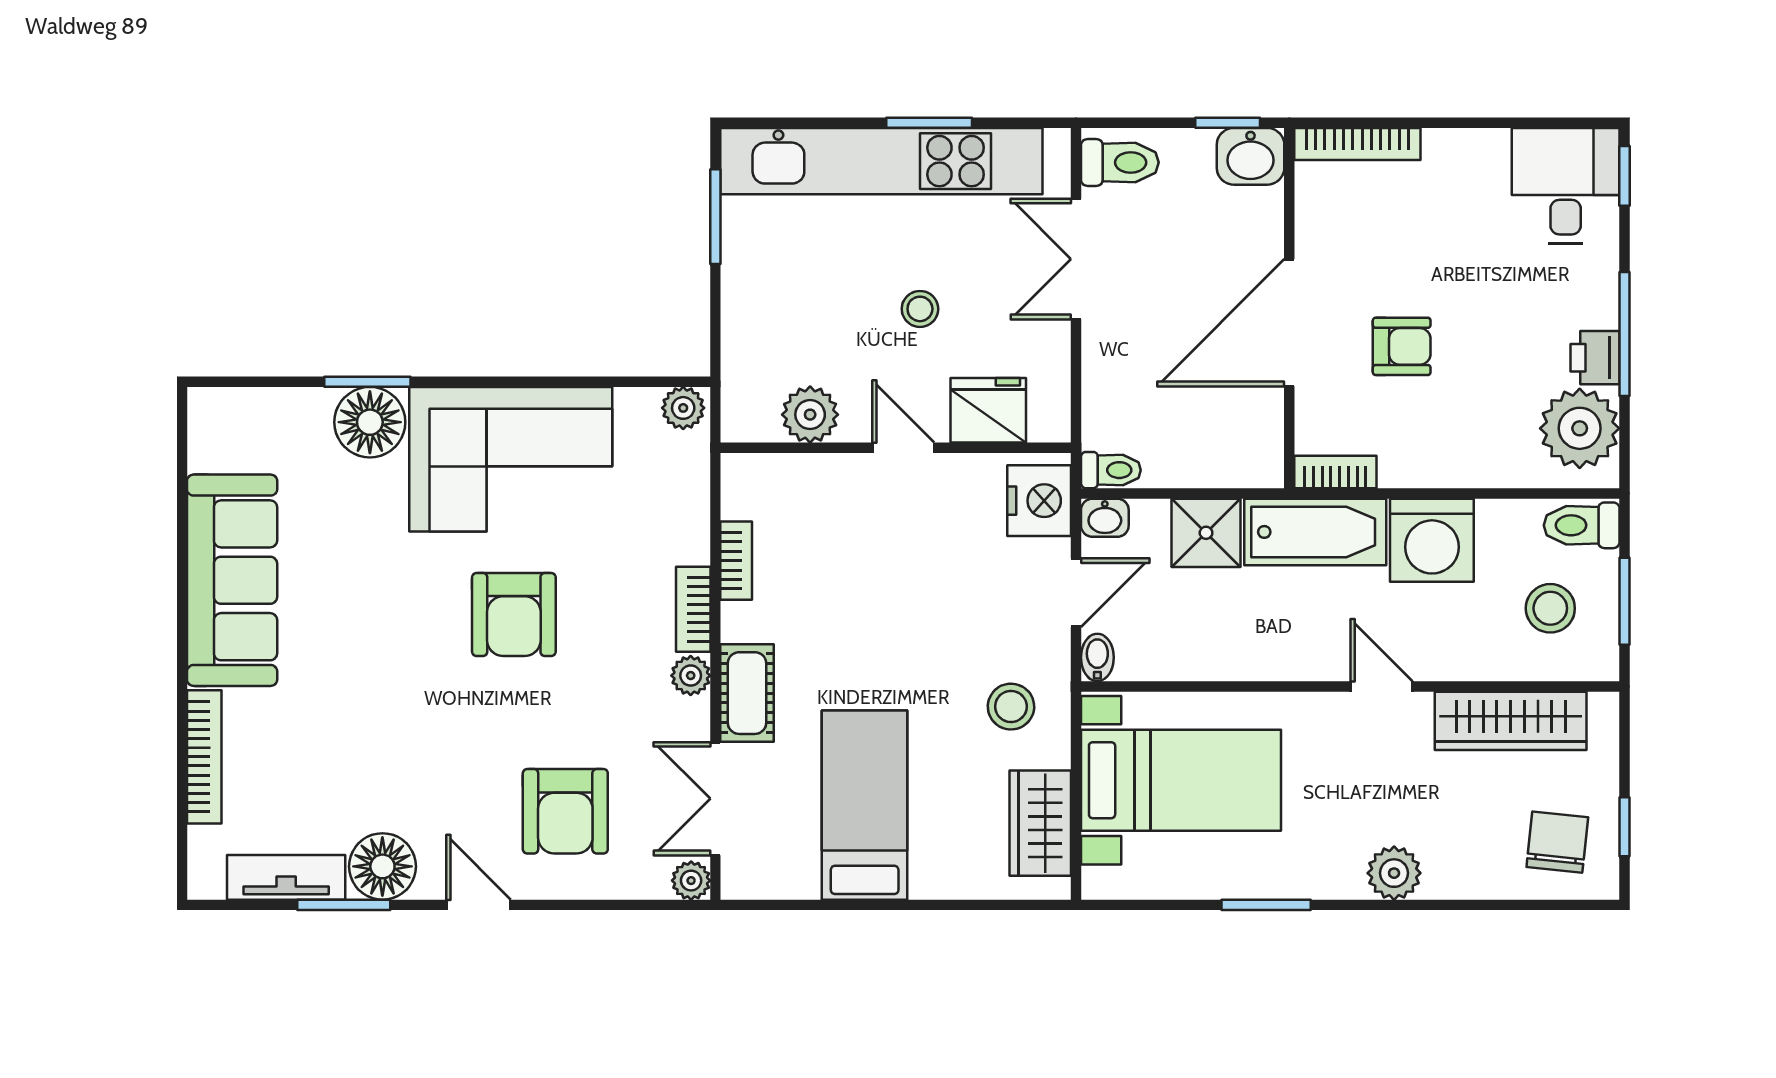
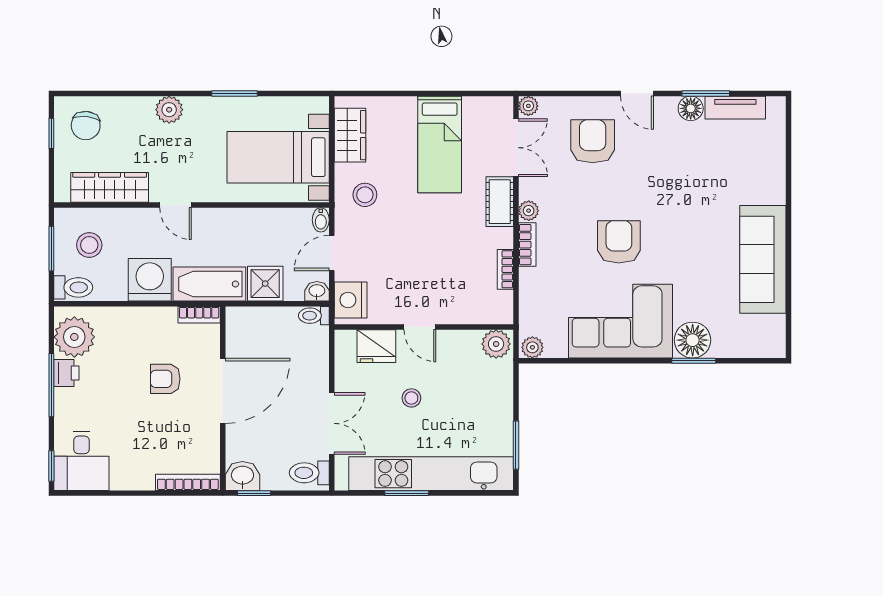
plant: (810, 415) -> (496, 344), moved
bookcase: (204, 757) -> (777, 169), removed
floor lamp: (382, 866) -> (691, 108), width x0.73, depth x0.73

